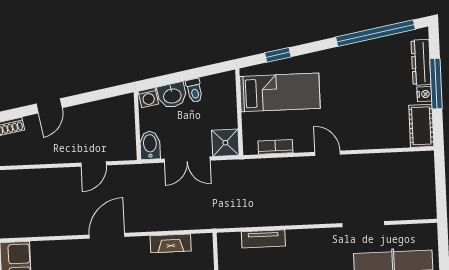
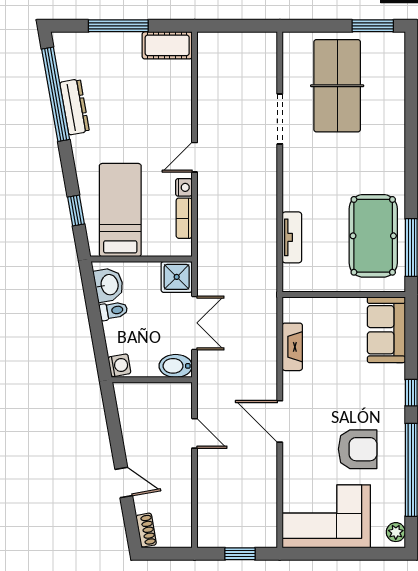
dresser: (421, 62) -> (75, 107), moved, turned -100
nightstand: (424, 94) -> (184, 187), moved, turned 90
washbasin: (172, 95) -> (109, 285), moved

